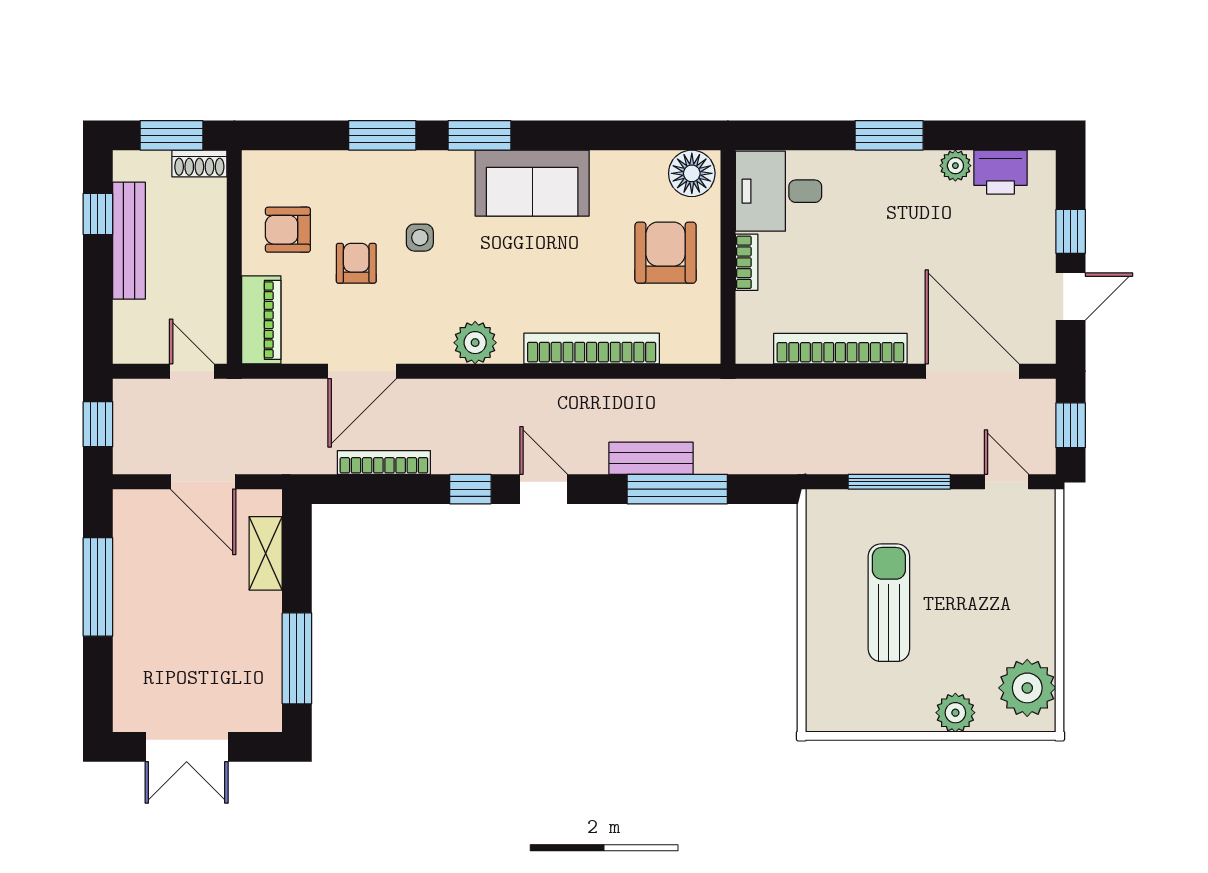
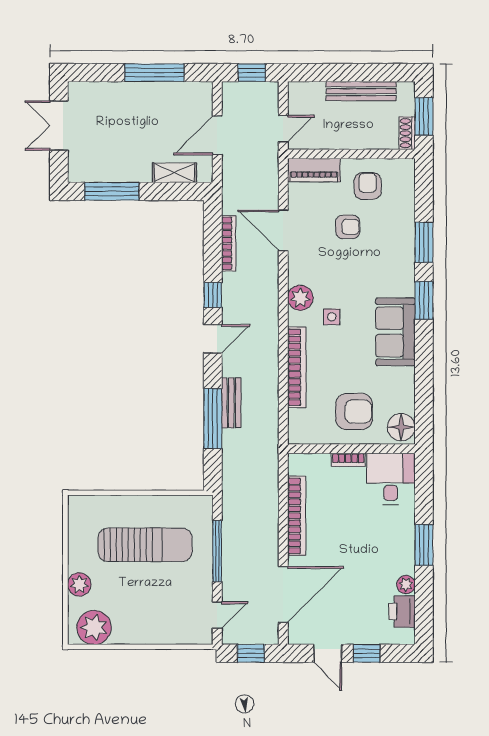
window: (98, 214) -> (377, 73), removed
side table: (420, 238) -> (332, 317), moved
sun lounger: (889, 603) -> (145, 545), width x1.36, depth x1.34

